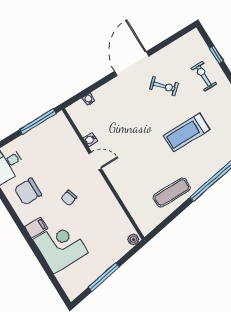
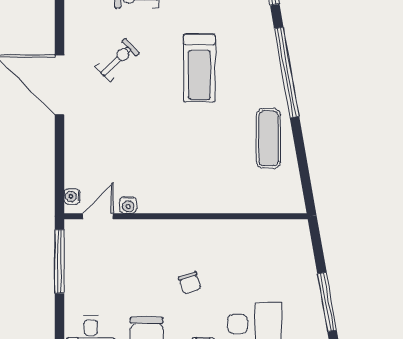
water cooler: (89, 99) -> (72, 196), moved
door: (95, 161) -> (98, 216), moved
plant: (134, 239) -> (301, 230), removed

